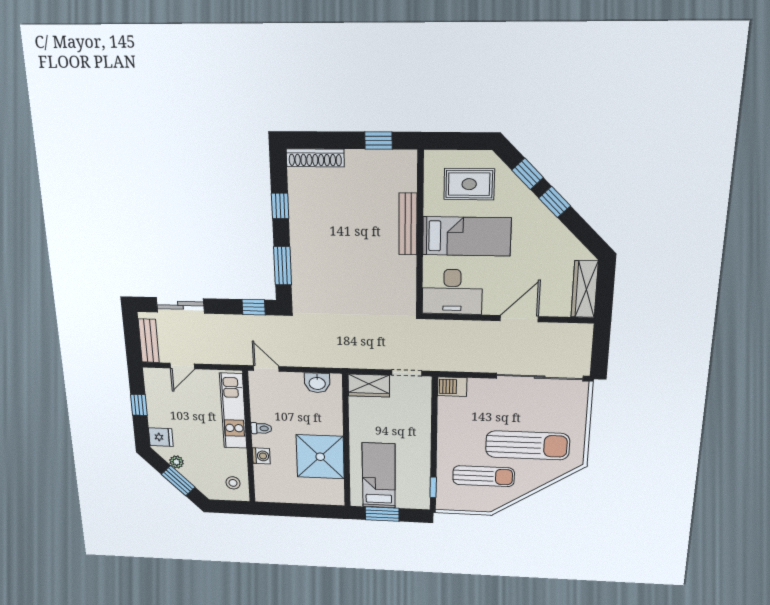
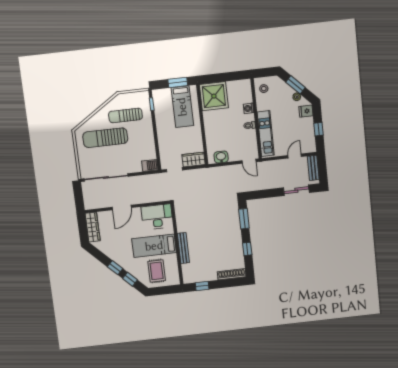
rug: (469, 184) -> (157, 271), turned 90
window: (254, 307) -> (258, 195), removed
shower: (320, 457) -> (214, 96), moved

